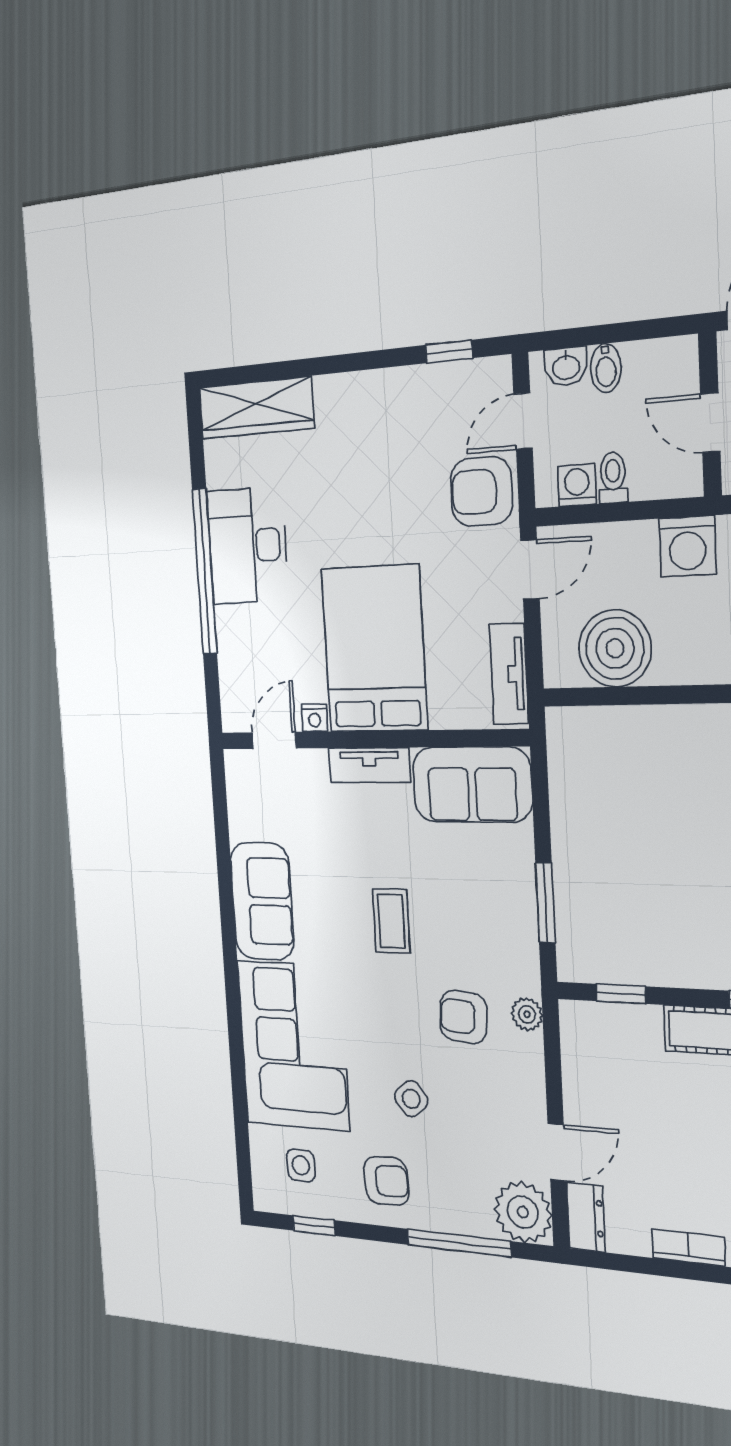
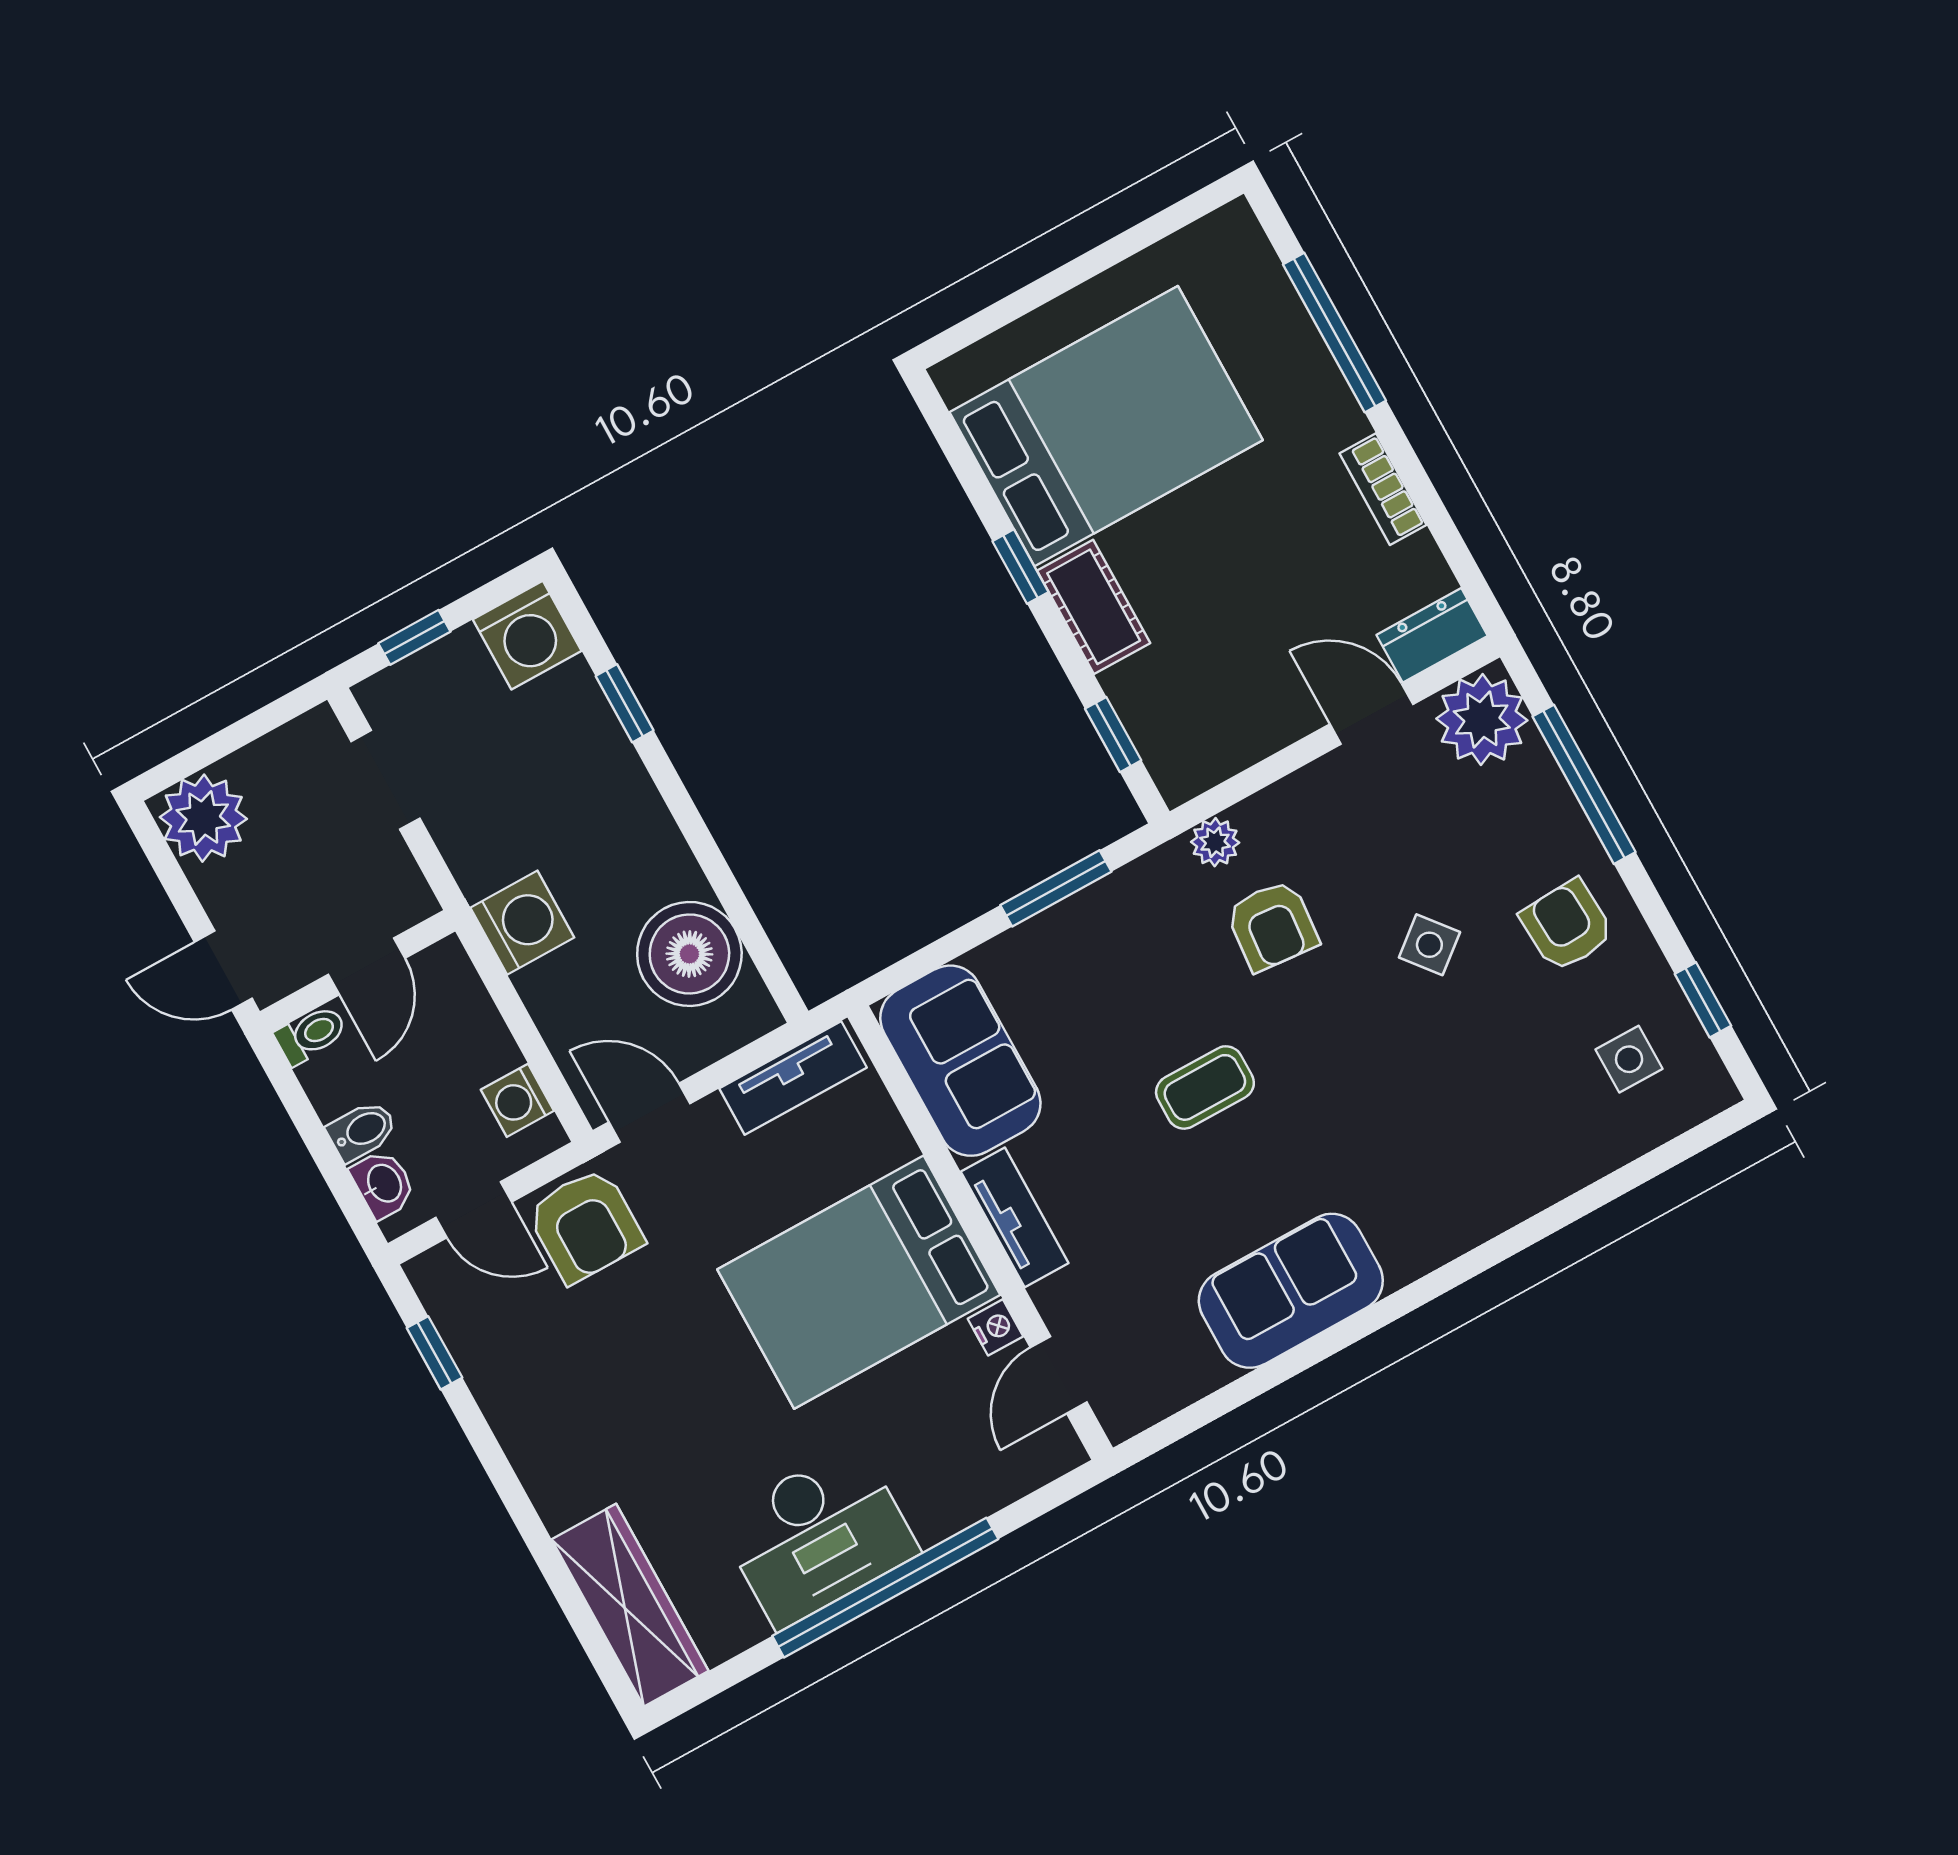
toilet: (613, 478) -> (311, 1035), moved, turned 180
door: (274, 740) -> (1059, 1375), hinge flipped
corner sofa: (293, 1045) -> (1465, 1150), removed

